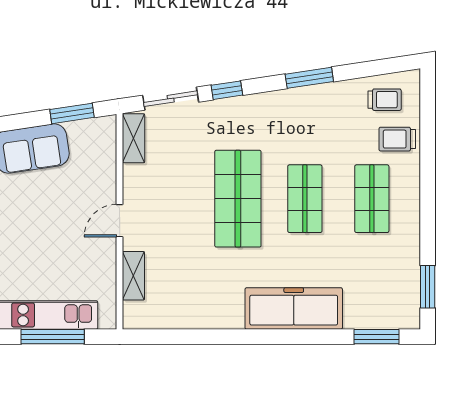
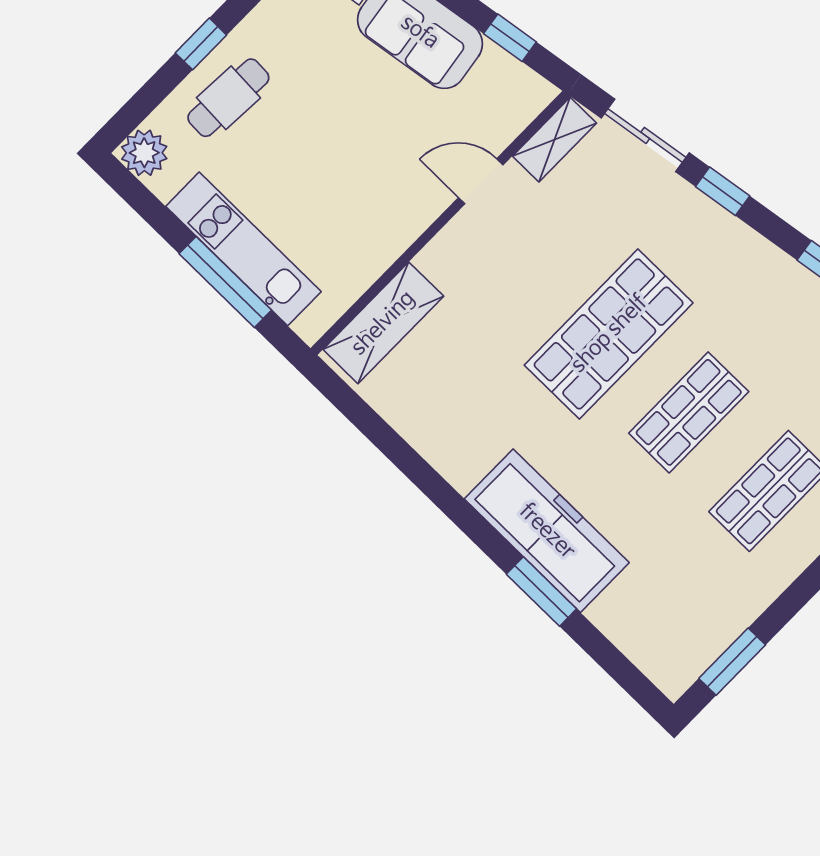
window: (72, 113) -> (510, 38), width x0.67
door: (120, 221) -> (481, 181), moved
shelving: (133, 276) -> (383, 323), width x1.50, depth x1.33
window: (376, 337) -> (541, 592), moved

